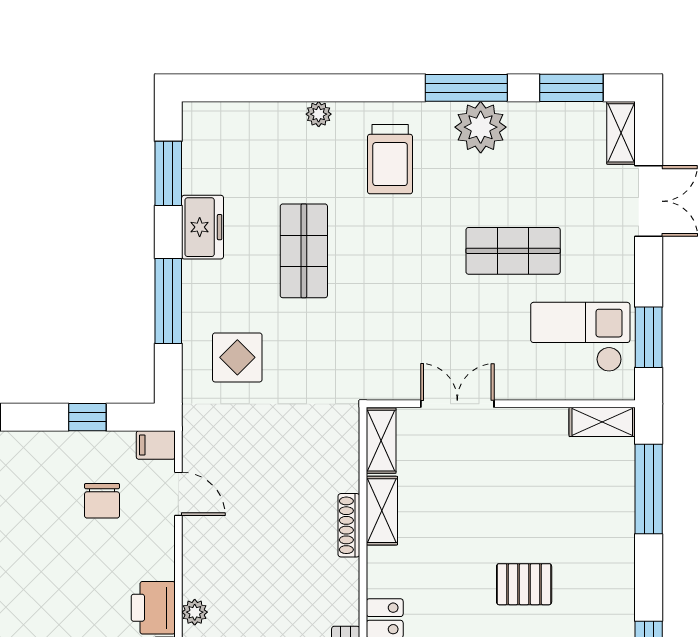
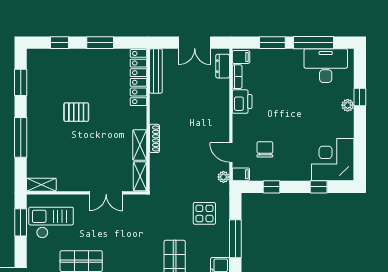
checkout: (580, 337) -> (51, 223), turned 180
window: (649, 489) -> (21, 137), moved
plant: (195, 612) -> (223, 177), moved

